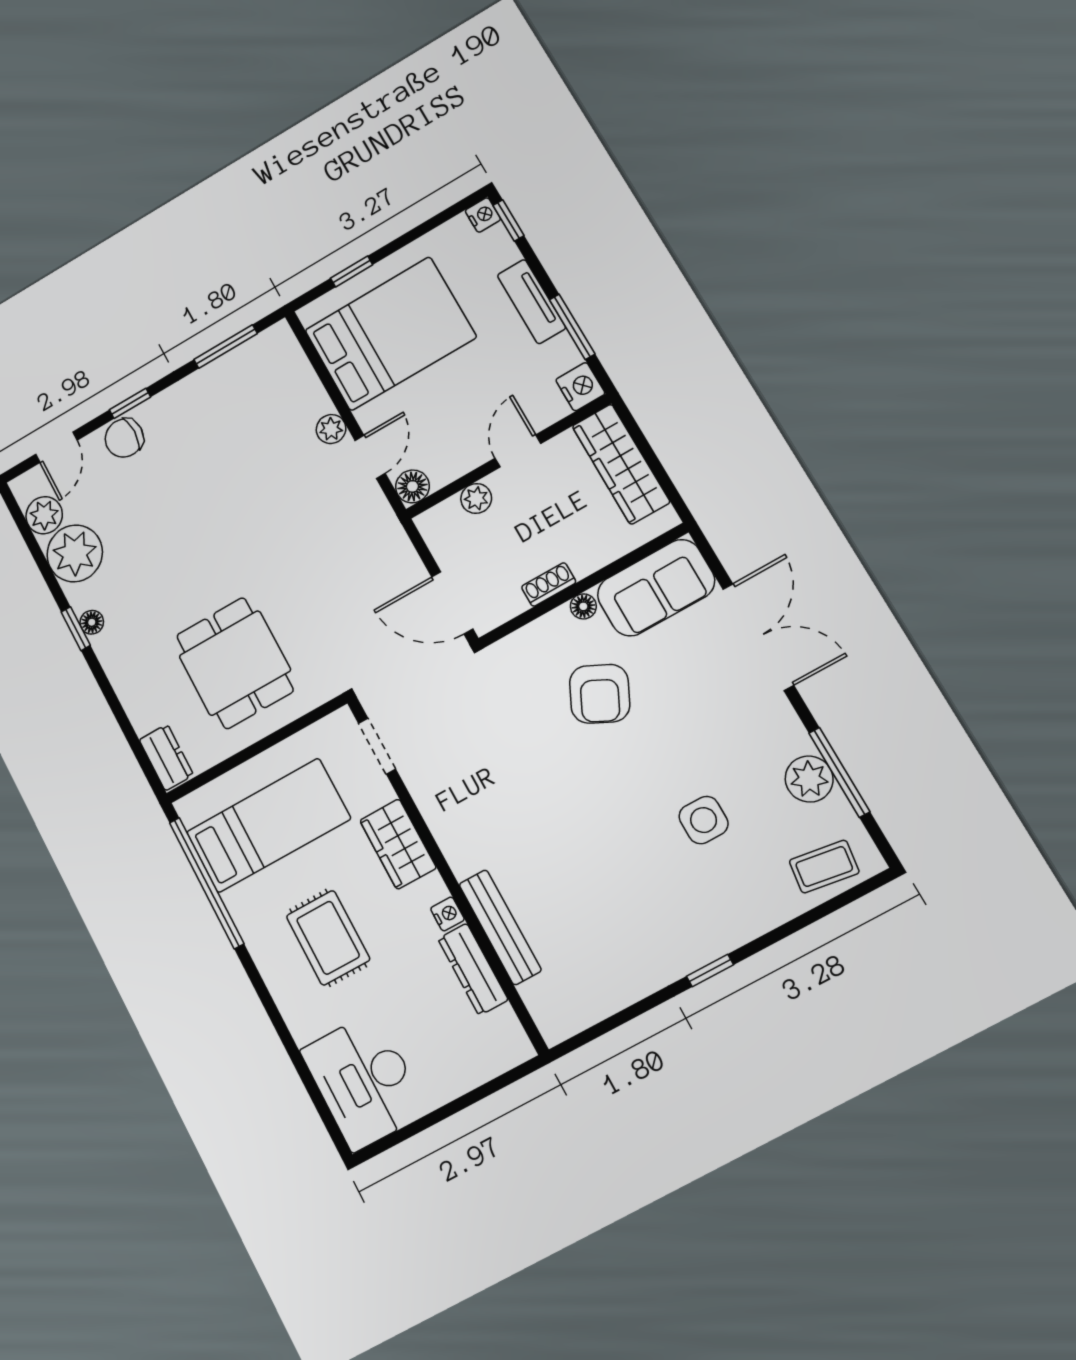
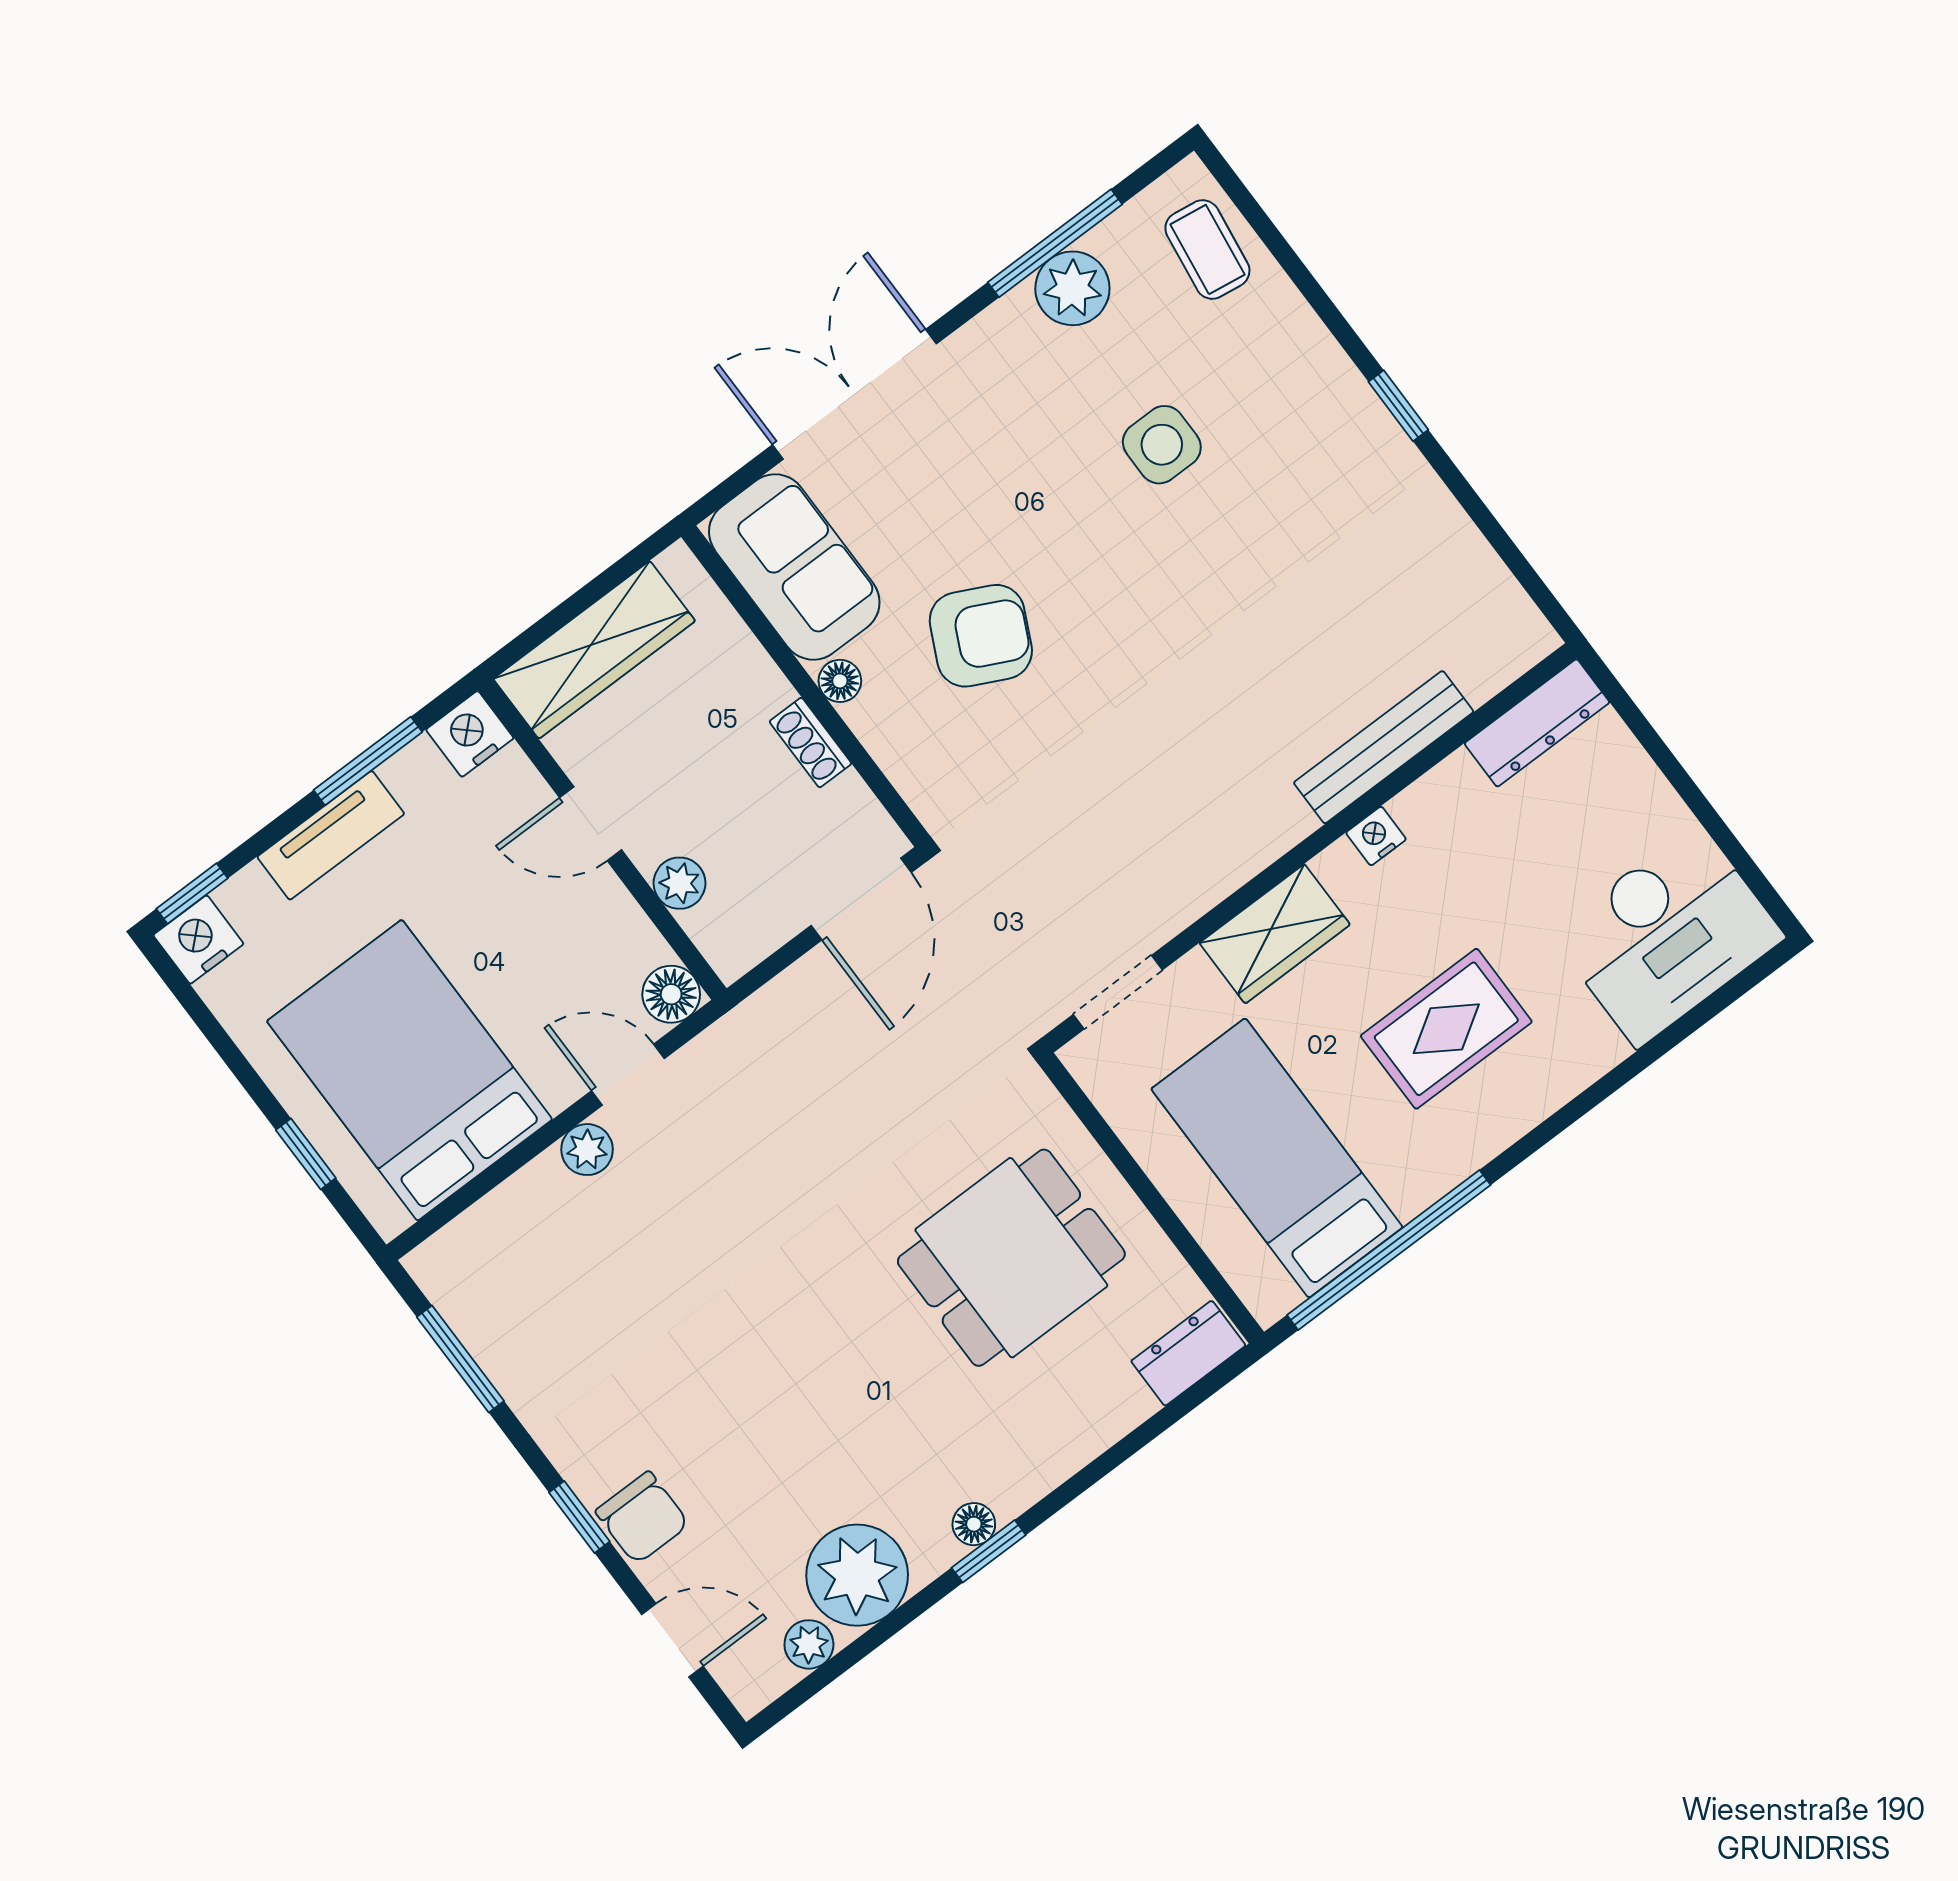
nightstand: (483, 215) -> (198, 940), width x1.39, depth x1.35
plant: (44, 515) -> (809, 1644), width x0.73, depth x0.73
dresser: (473, 969) -> (1537, 723), moved

